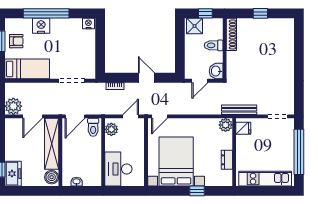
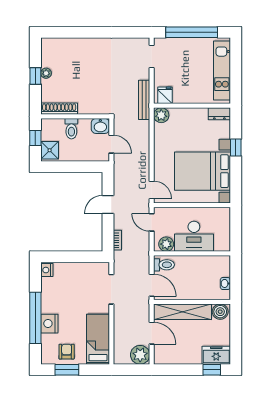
plant: (263, 23) -> (46, 73), added
dresser: (227, 160) -> (219, 114), moved
desk: (118, 169) -> (194, 236), moved

